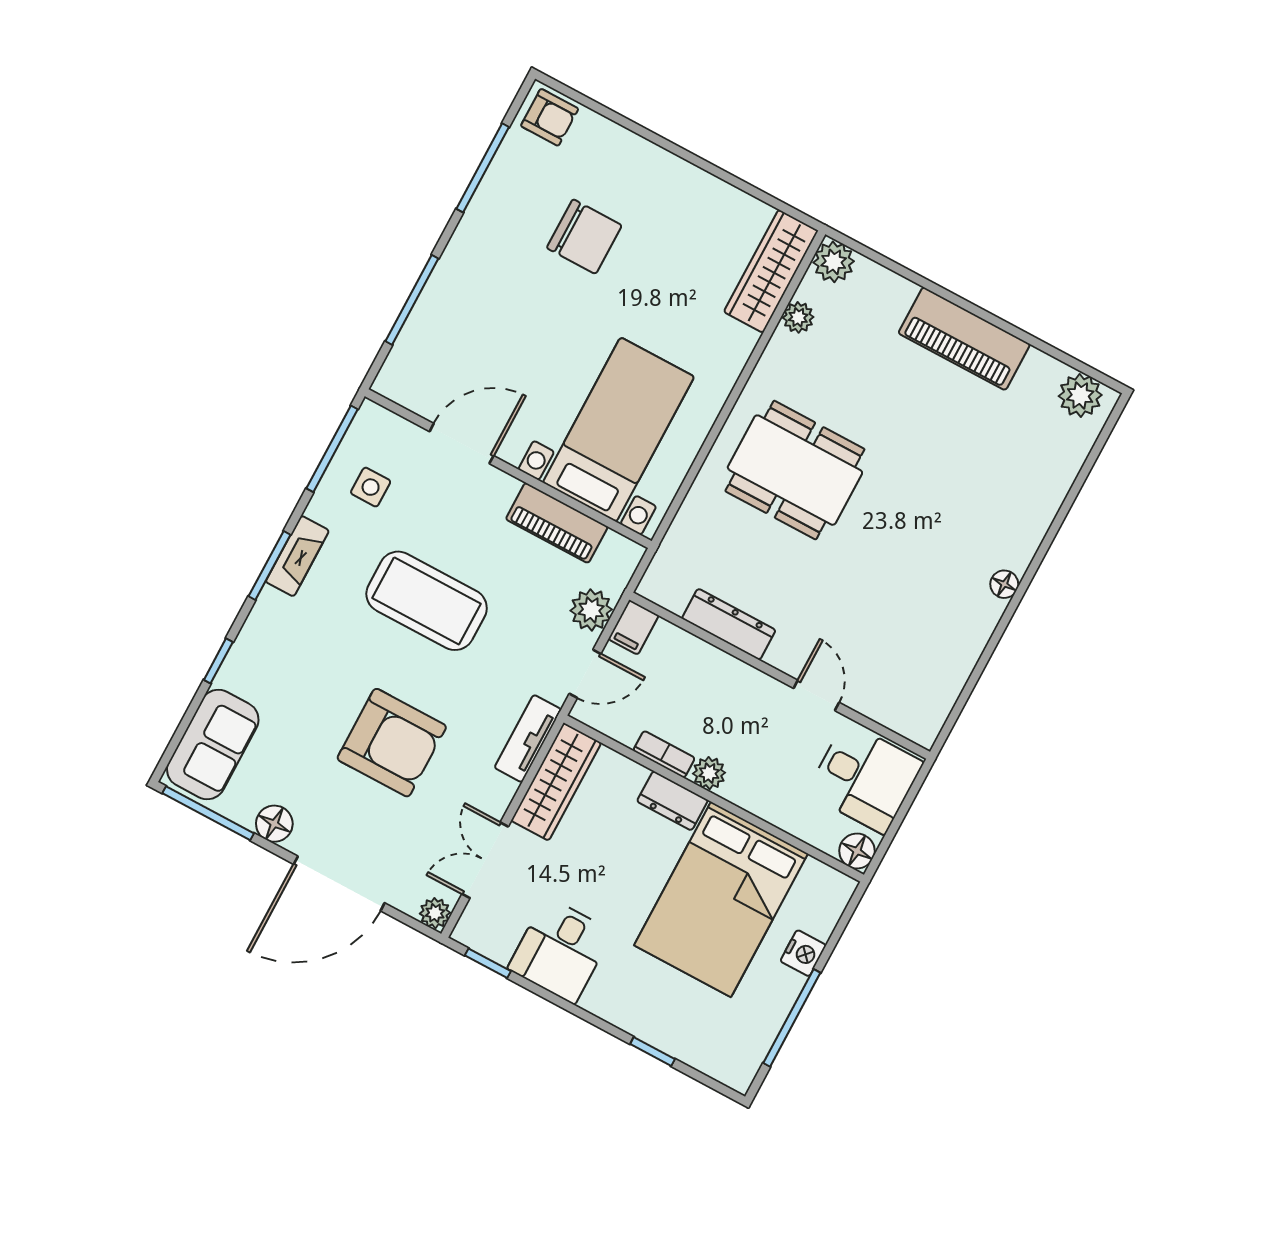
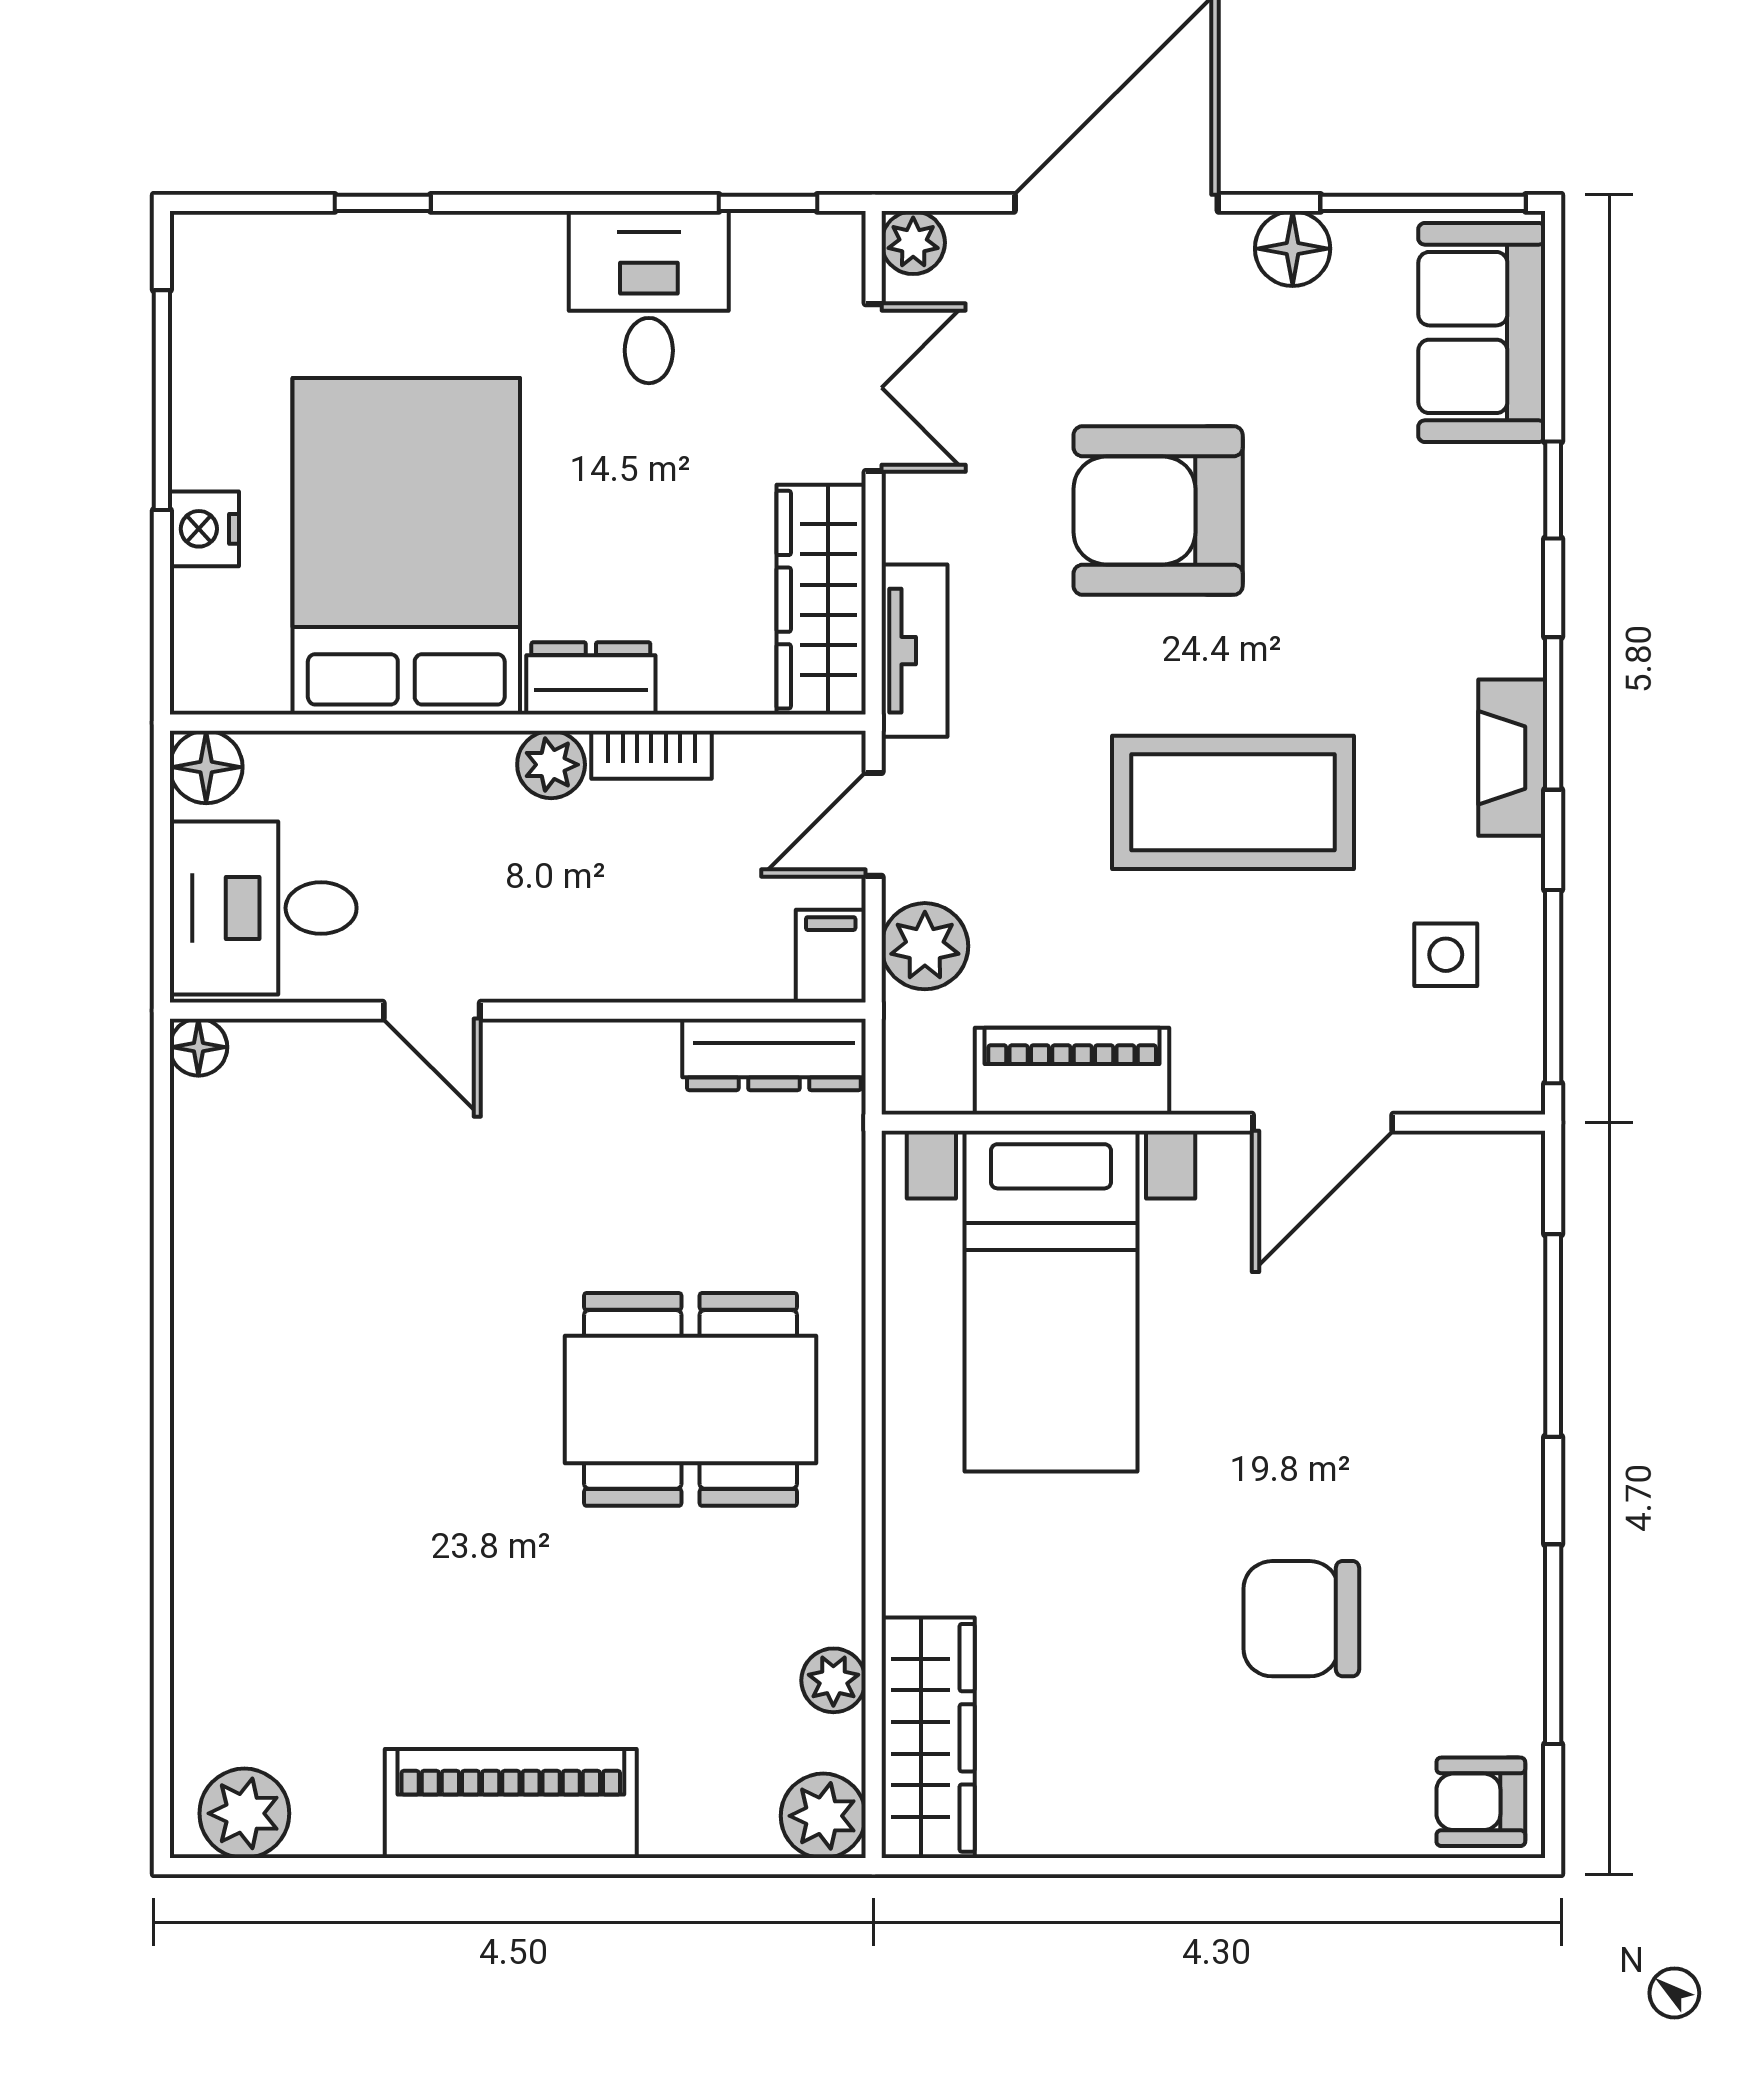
floor lamp: (1004, 584) -> (198, 1047), moved
dresser: (729, 624) -> (774, 1054), moved

